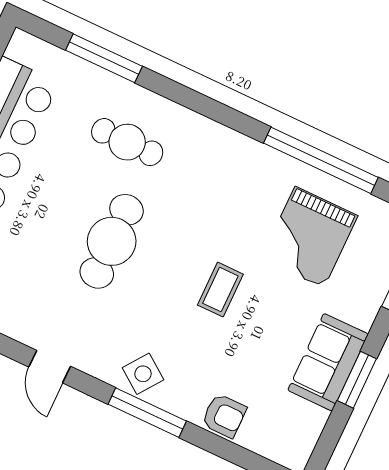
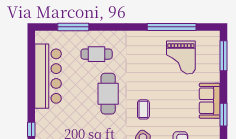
coffee table: (220, 290) -> (143, 109), moved
window: (357, 380) -> (223, 115), moved

